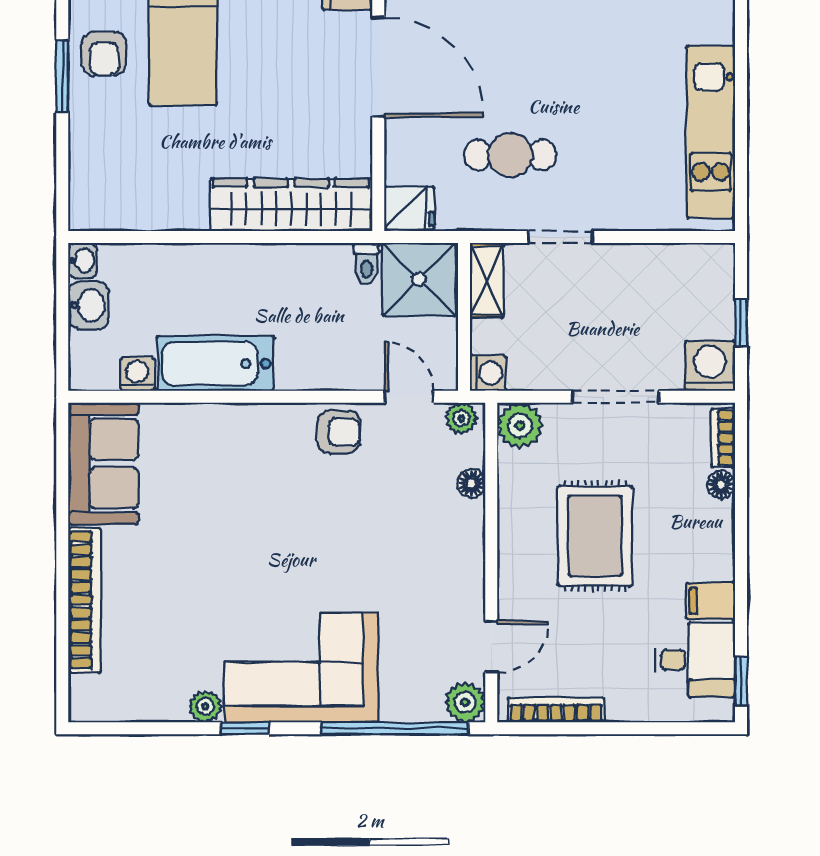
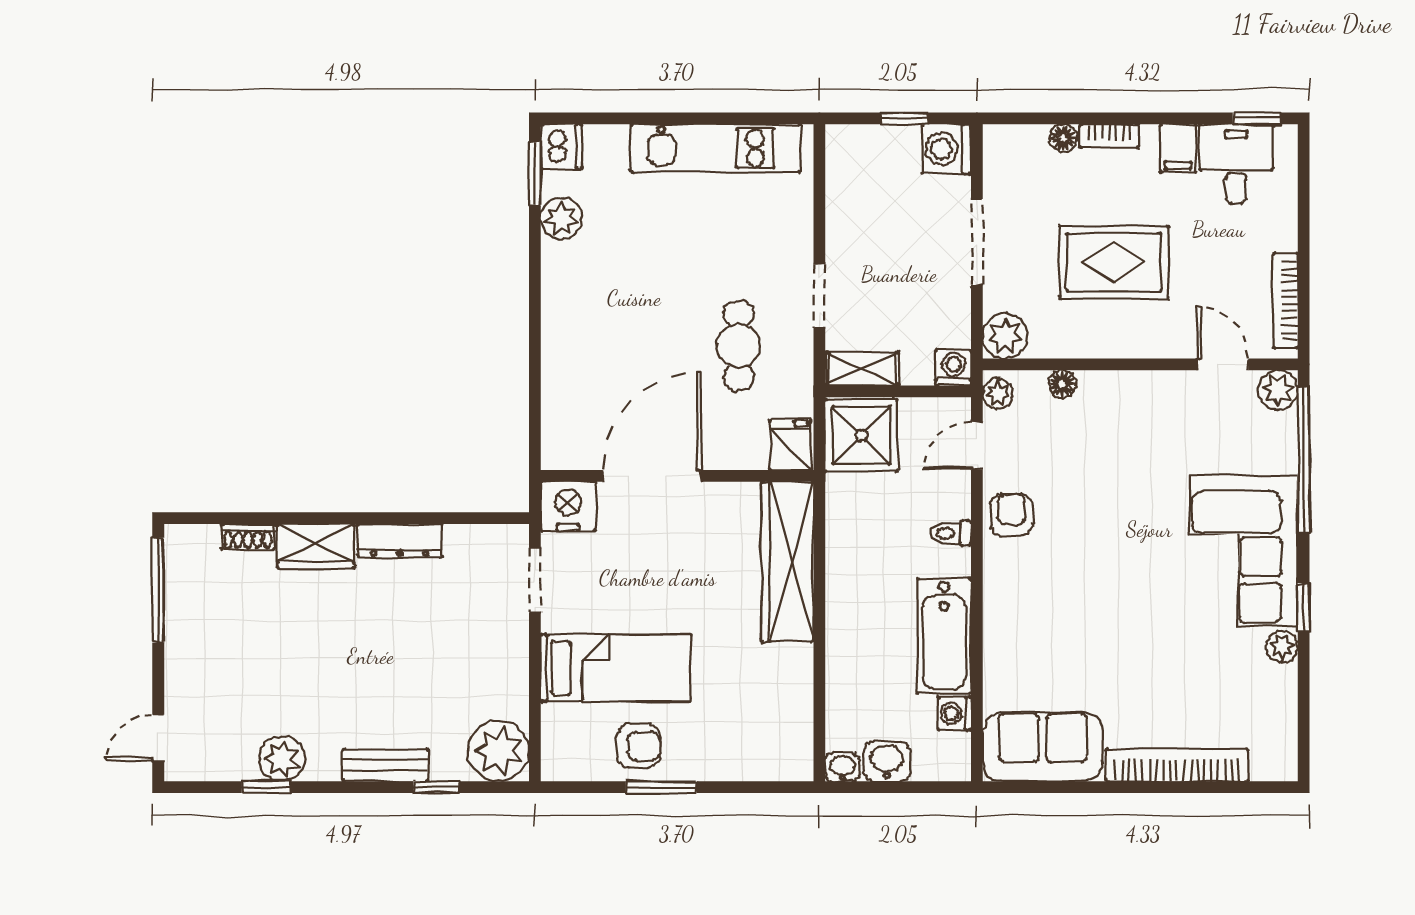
toilet: (367, 263) -> (951, 533), moved, turned 180
bookcase: (723, 438) -> (1109, 136), moved

